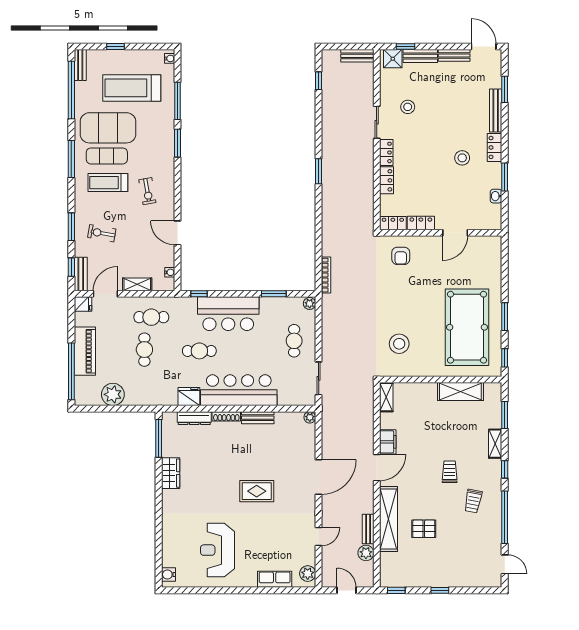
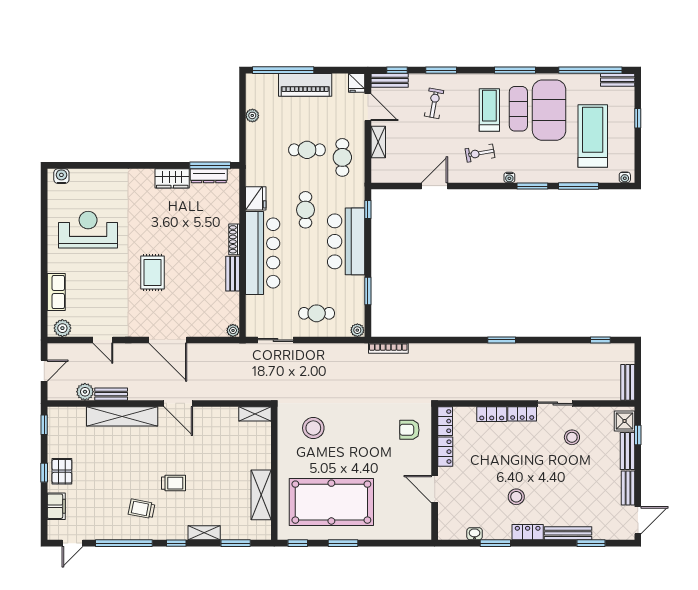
water cooler: (170, 272) -> (509, 178), moved
plant: (113, 394) -> (252, 115), width x0.53, depth x0.53
dresser: (194, 418) -> (209, 176), moved, turned -90
filing cabinet: (388, 442) -> (56, 506), moved, turned -90
pallet: (424, 529) -> (62, 471), moved

